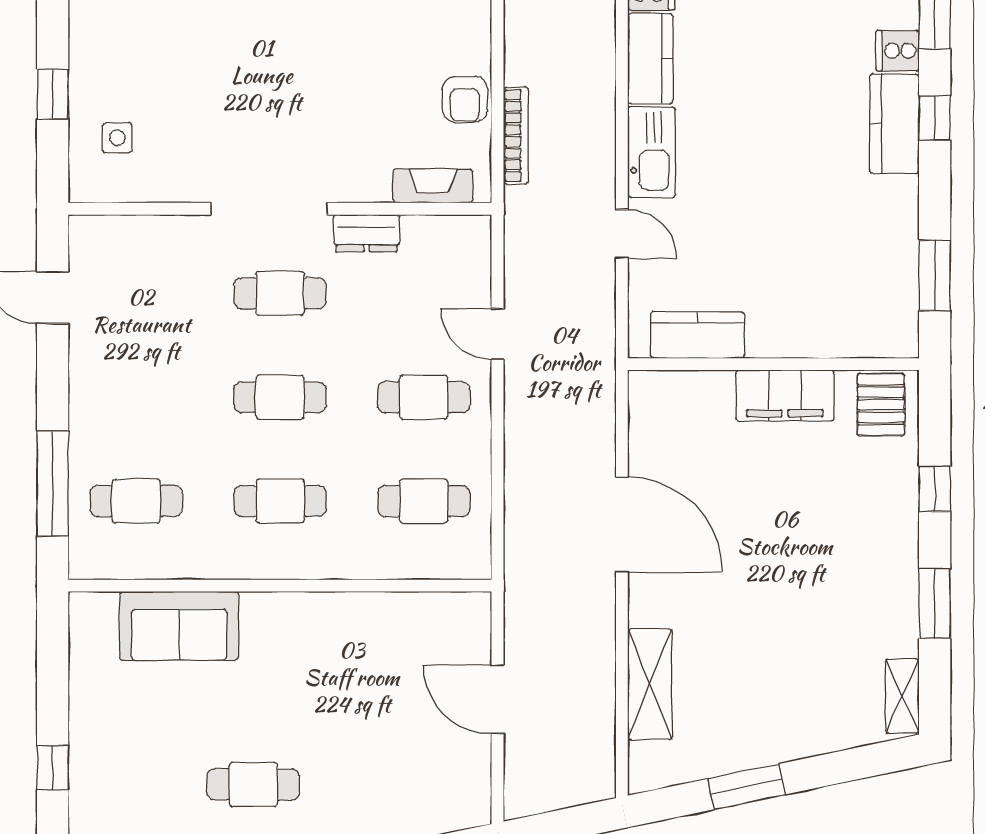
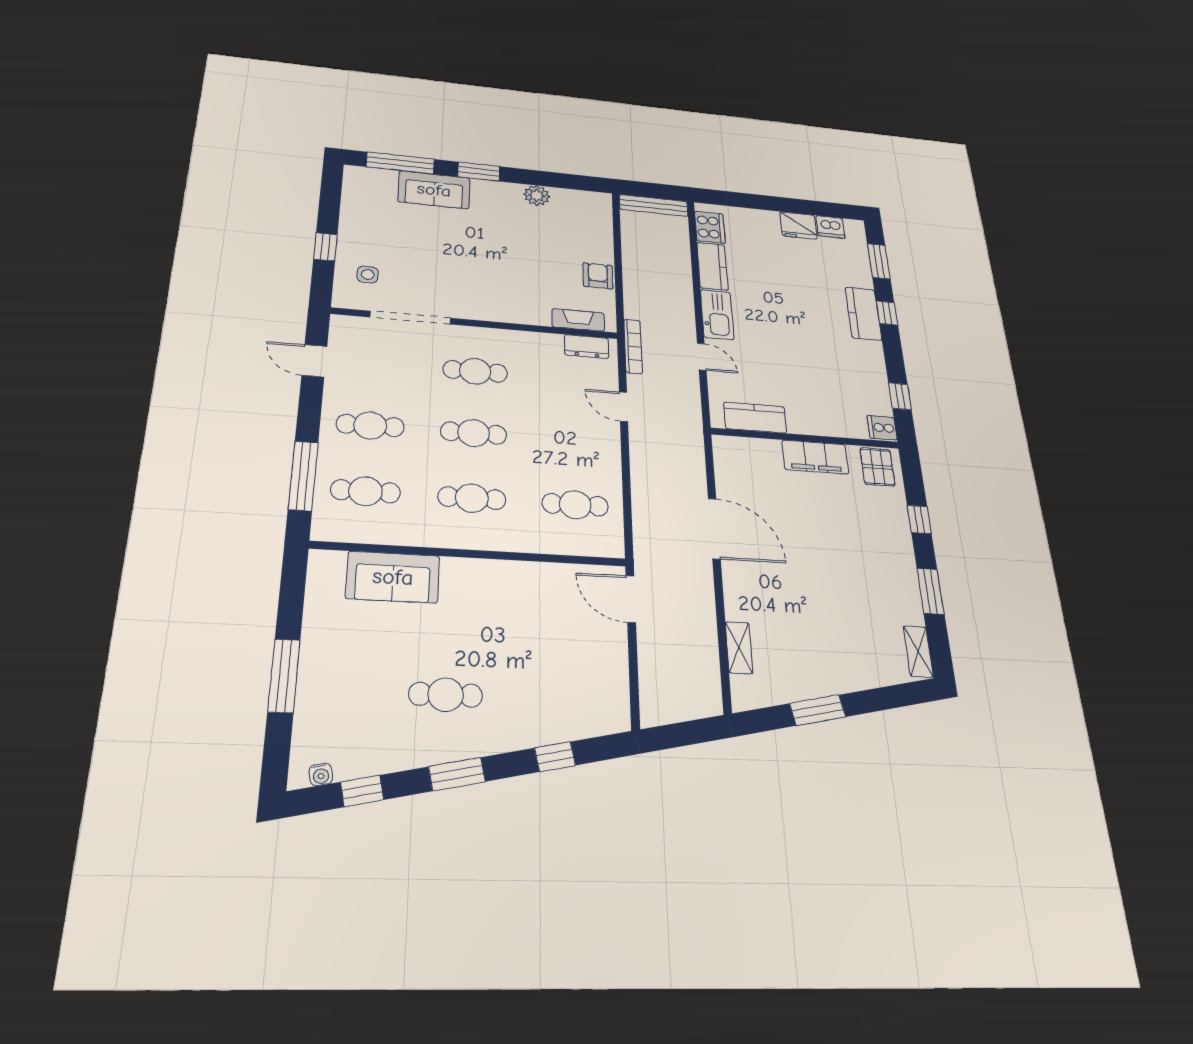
cooker: (898, 51) -> (882, 428), moved
armchair: (465, 99) -> (598, 276), turned 180
bookcase: (516, 136) -> (633, 346), moved
doorway: (269, 209) -> (410, 318), moved
dresser: (367, 233) -> (587, 347), moved
window: (935, 276) -> (900, 396), width x0.67
cafe table: (424, 397) -> (370, 425), moved
shelving: (650, 684) -> (739, 648), width x0.67, depth x0.75
door: (498, 699) -> (631, 599), moved
window: (53, 768) -> (284, 676), width x2.17

